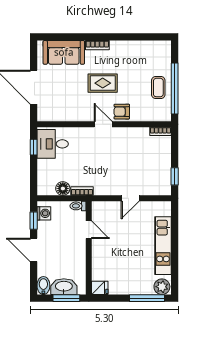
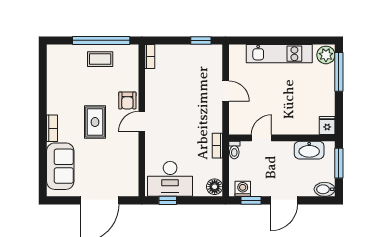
desk: (53, 144) -> (170, 179), width x1.37
floor lamp: (63, 188) -> (215, 187), moved
washbasin: (64, 287) -> (309, 150), moved, turned -90

